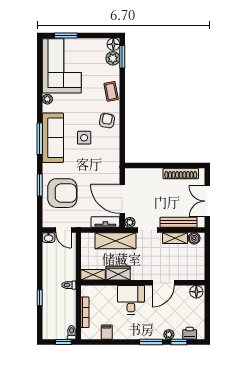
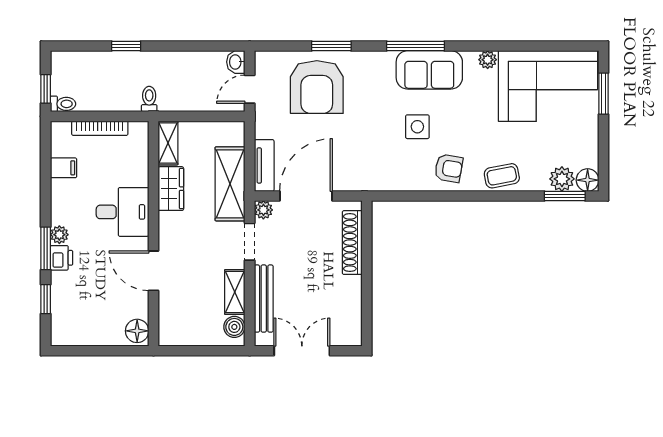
sofa: (53, 138) -> (429, 70), width x0.73
shoe rack: (181, 174) -> (352, 243), moved
printer: (190, 333) -> (62, 258), moved
plant: (169, 334) -> (59, 235), moved

